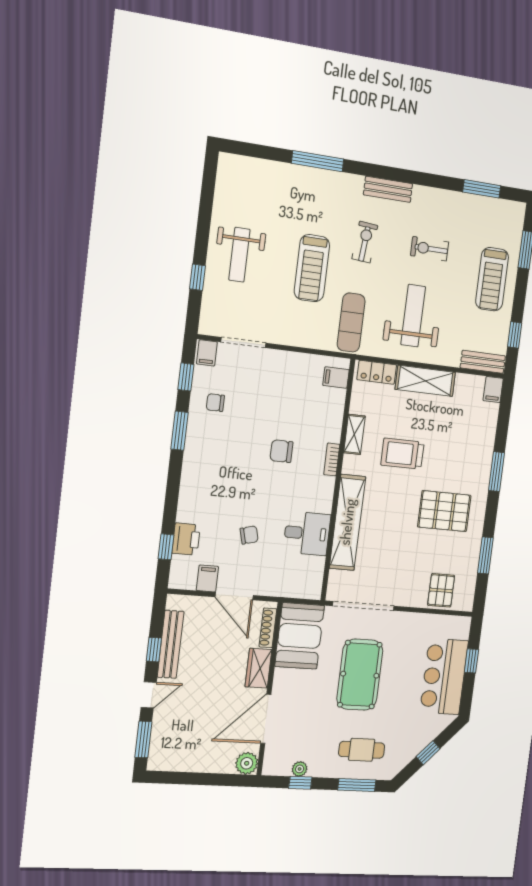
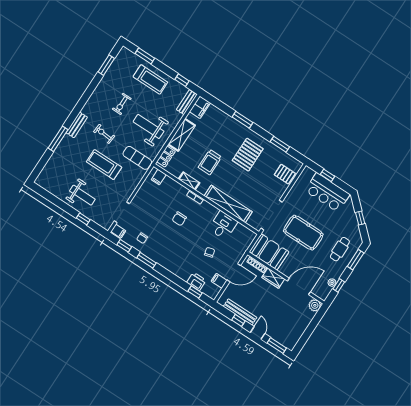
bench: (388, 189) -> (77, 125), moved
treadmill: (312, 268) -> (104, 165), turned 180
filing cabinet: (493, 390) -> (200, 107), width x2.00
door: (266, 719) -> (299, 286), swing flipped

